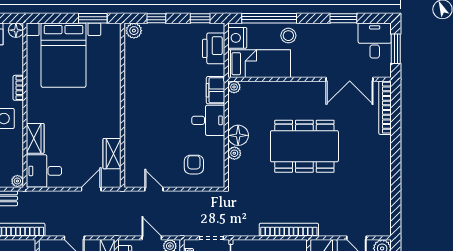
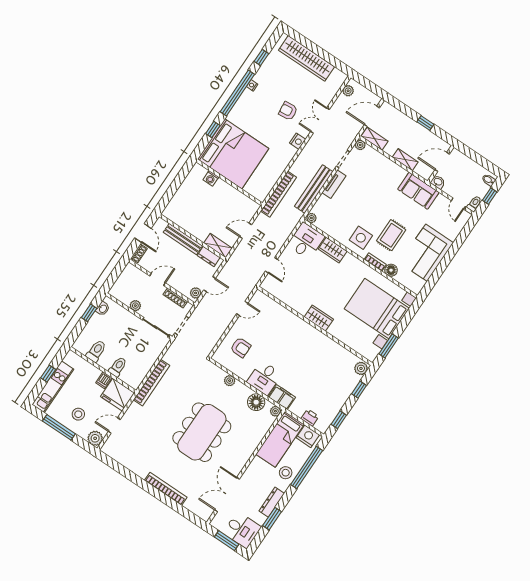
floor lamp: (16, 30) -> (391, 270), moved
dresser: (327, 30) -> (272, 502), added
printer: (214, 48) -> (310, 418), width x0.53, depth x0.68
bookcase: (385, 108) -> (166, 489), moved
floor lamp: (238, 135) -> (256, 402), moved
wardrobe: (112, 154) -> (319, 318), moved

